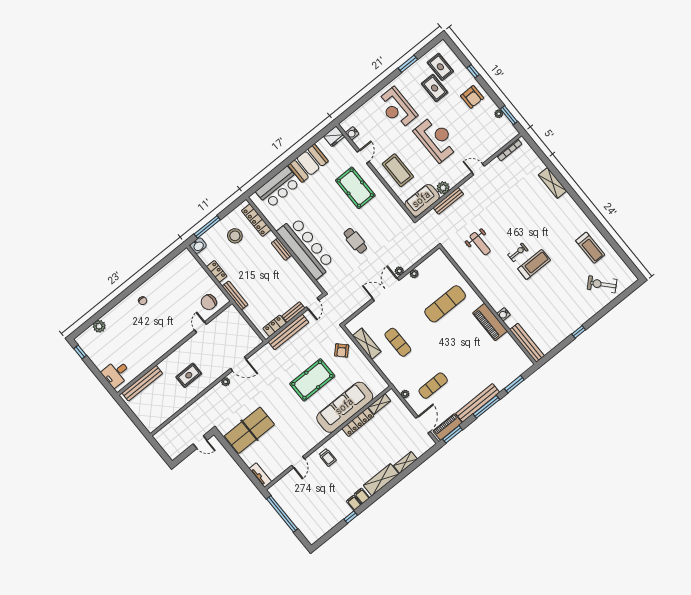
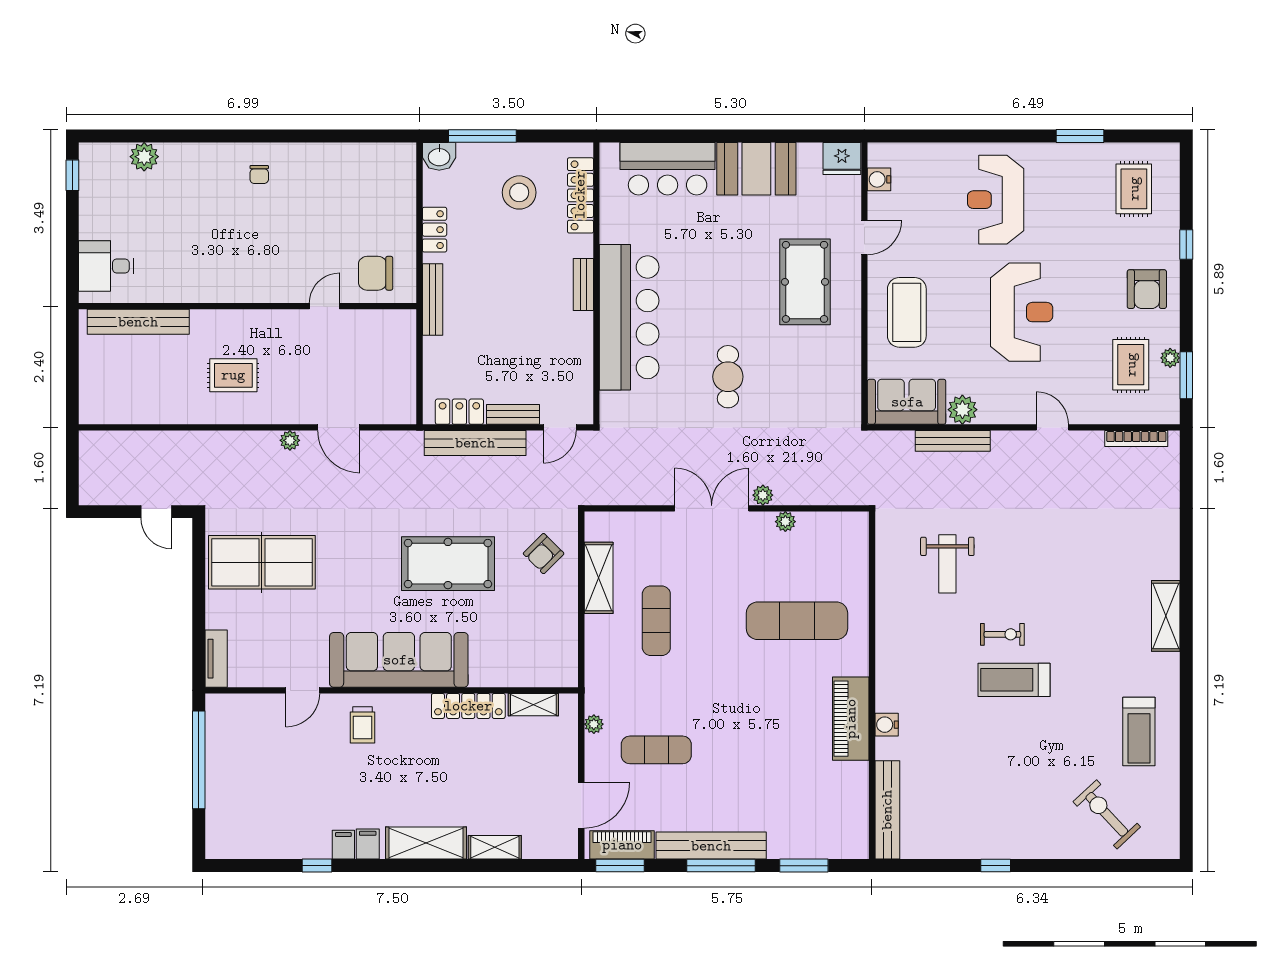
rug: (435, 88) -> (1131, 365), moved
shelving: (552, 183) -> (1166, 616), moved
treadmill: (534, 264) -> (1014, 680), turned 180
sofa: (345, 407) -> (399, 660), moved

